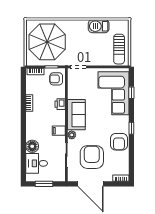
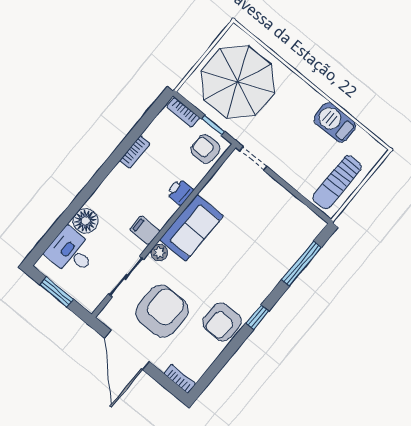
corner sofa: (114, 93) -> (274, 242), removed
window: (131, 93) -> (302, 264), width x2.17

